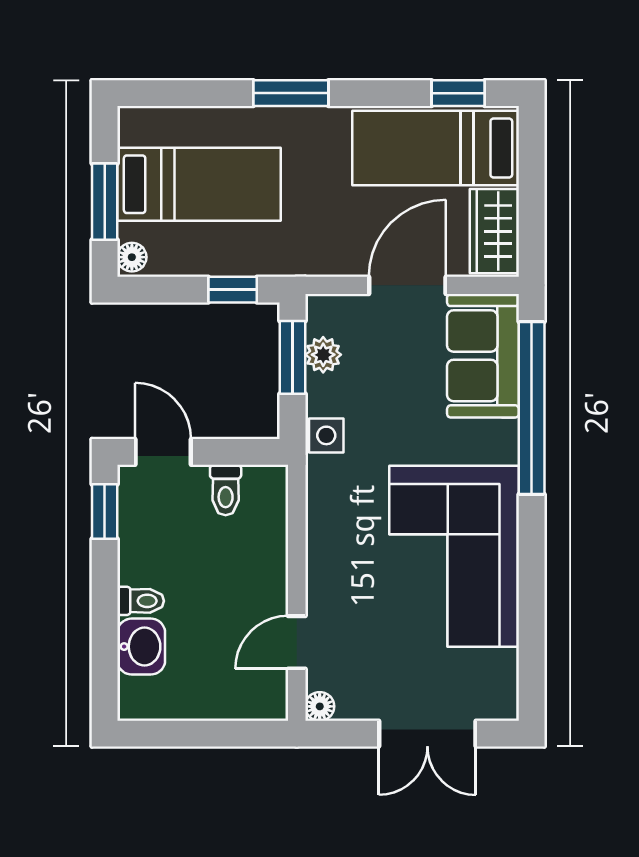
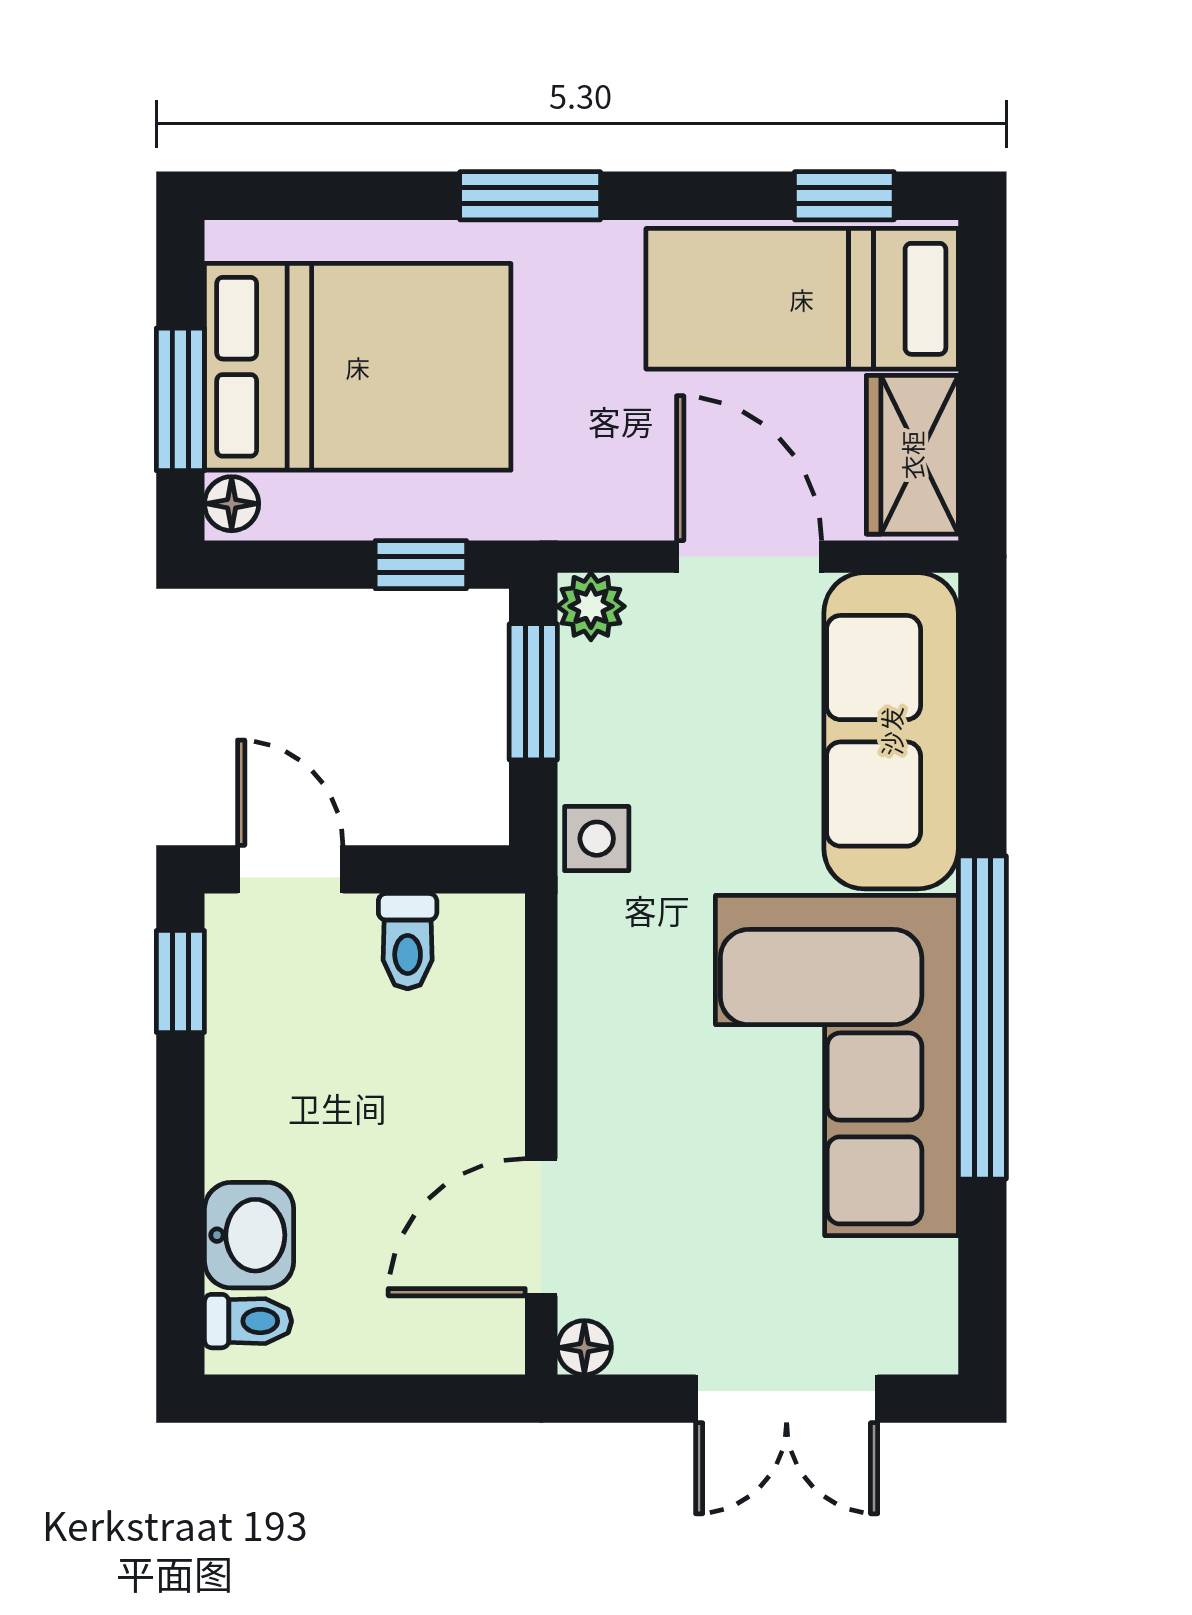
bed: (199, 184) -> (358, 367), width x1.50
door: (407, 285) -> (749, 557), hinge flipped
plant: (323, 355) -> (591, 606), moved
sofa: (483, 356) -> (891, 731), width x1.36
window: (532, 408) -> (982, 1017), moved
toilet: (141, 601) -> (248, 1321), moved
door: (297, 642) -> (541, 1227), width x1.38

